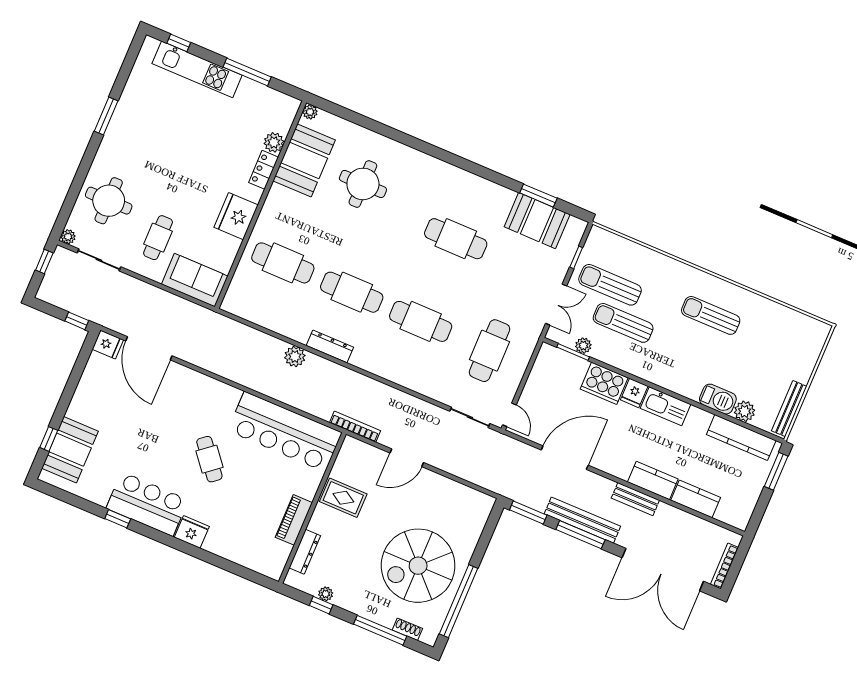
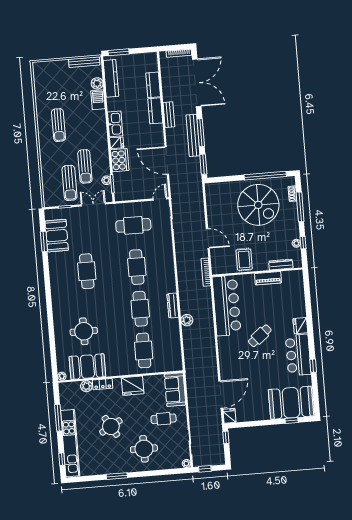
kitchen unit: (197, 69) -> (70, 443), width x1.36
round table: (190, 148) -> (111, 426), added
round table: (109, 201) -> (144, 449), moved
booth: (70, 450) -> (291, 403), width x1.36, depth x1.42

